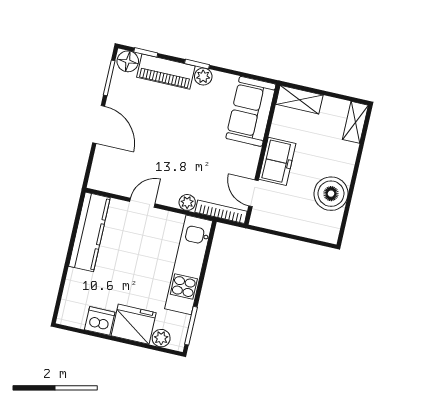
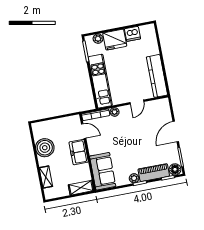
shelving: (355, 122) -> (46, 177), moved
door: (99, 124) -> (176, 132), hinge flipped

